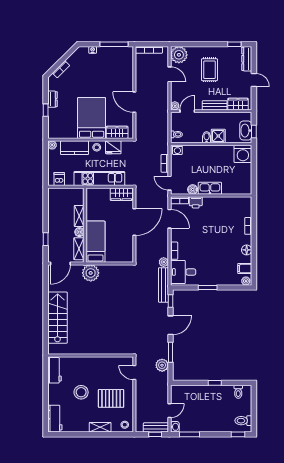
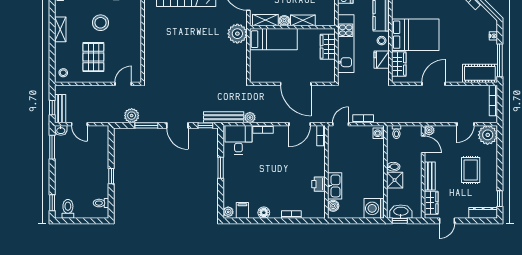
cot: (125, 62) -> (480, 73), added
rug: (209, 70) -> (471, 170), turned 90
door: (254, 80) -> (447, 221), moved
kitchen sink: (210, 188) -> (335, 186), moved
boiler: (193, 190) -> (333, 206), moved
wardrobe: (121, 194) -> (328, 47), moved
printer: (196, 202) -> (318, 184), moved
shelving: (100, 427) -> (60, 29), moved

